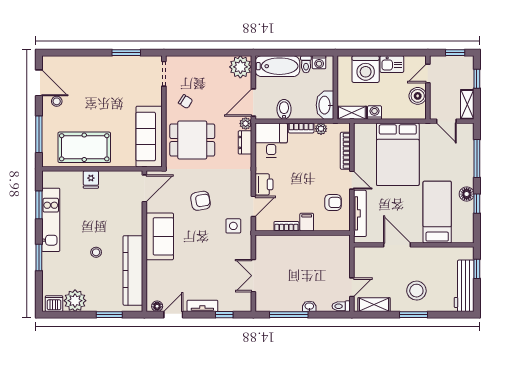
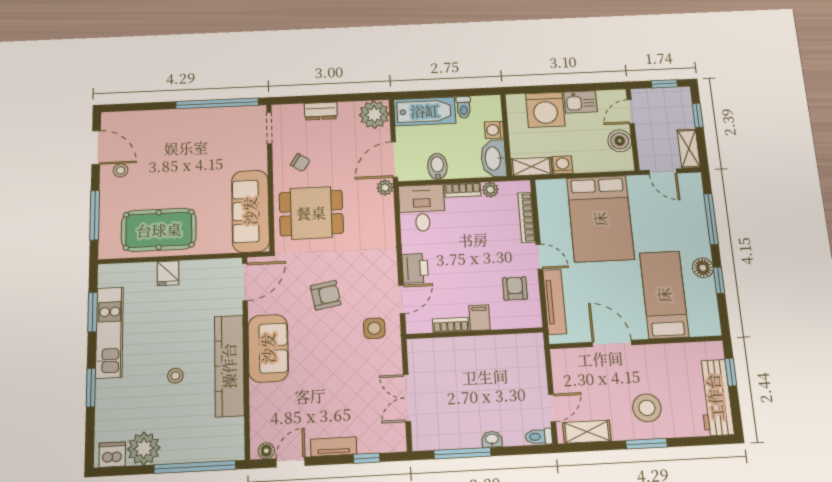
window: (126, 53) -> (217, 103), width x2.11
washing machine: (319, 62) -> (494, 130), moved, turned 90
dresser: (245, 142) -> (321, 111), moved, turned -90
armchair: (333, 202) -> (515, 288), turned -90
kitchen counter: (133, 270) -> (229, 366), moved
window: (109, 315) -> (195, 467), width x2.11

